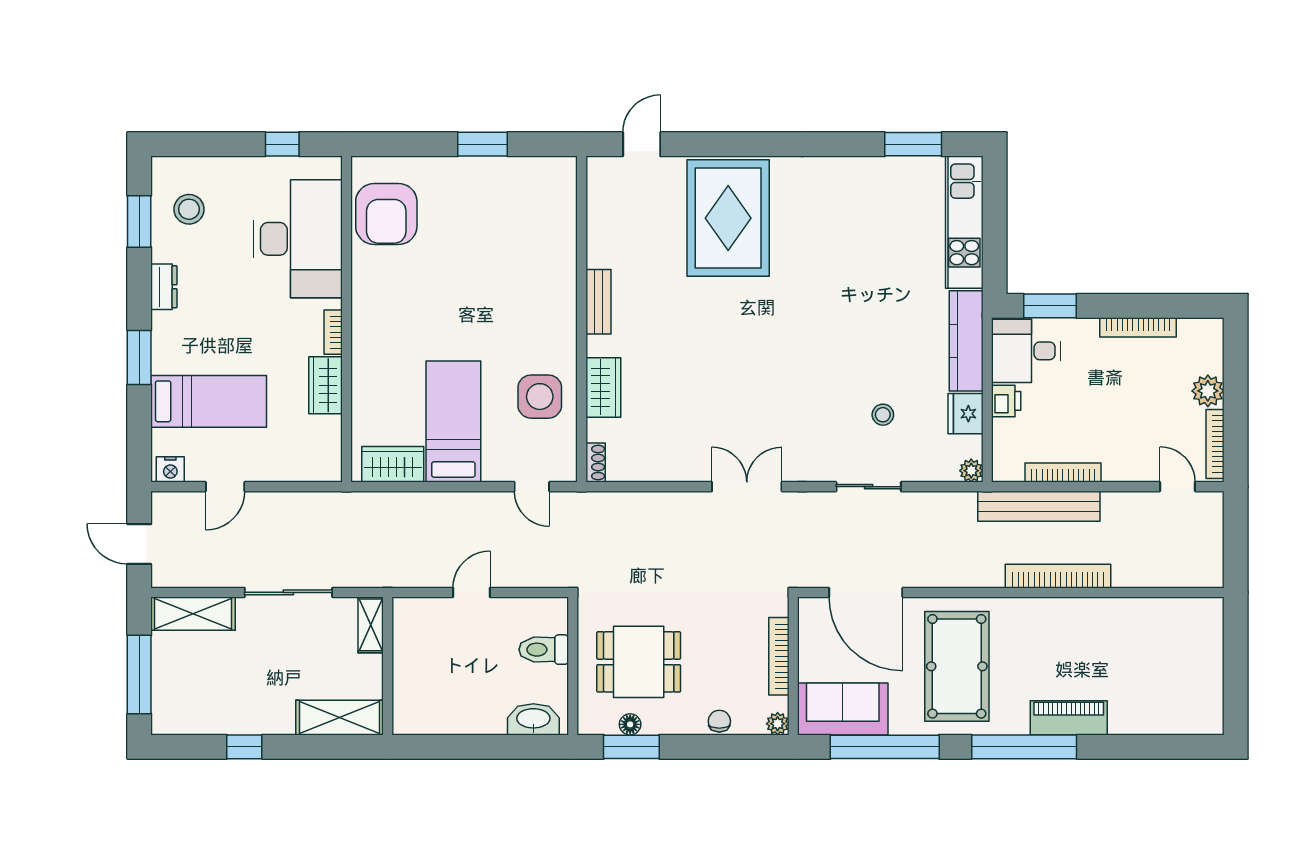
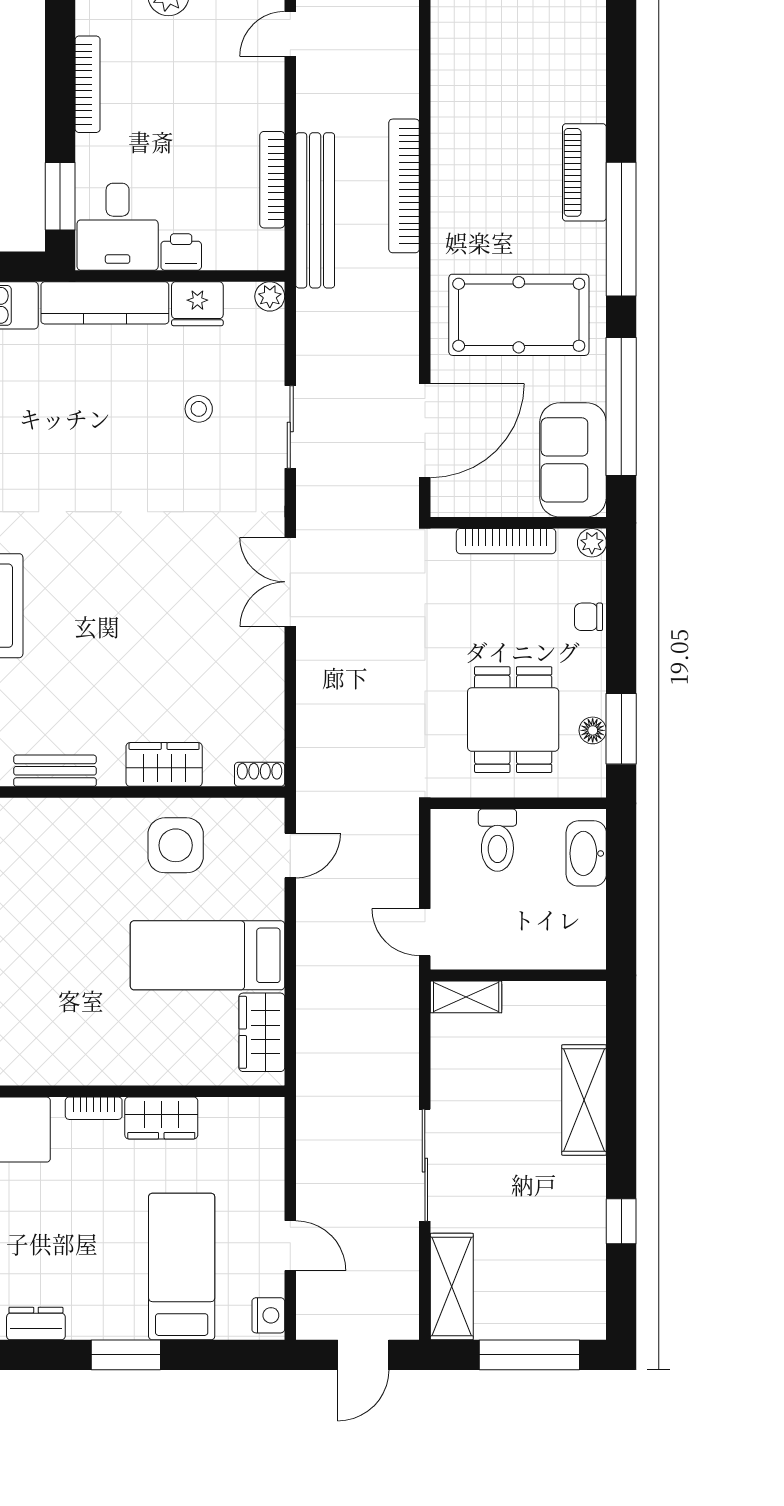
shelving: (371, 625) -> (466, 997), moved
wall: (388, 666) -> (518, 975), moved

